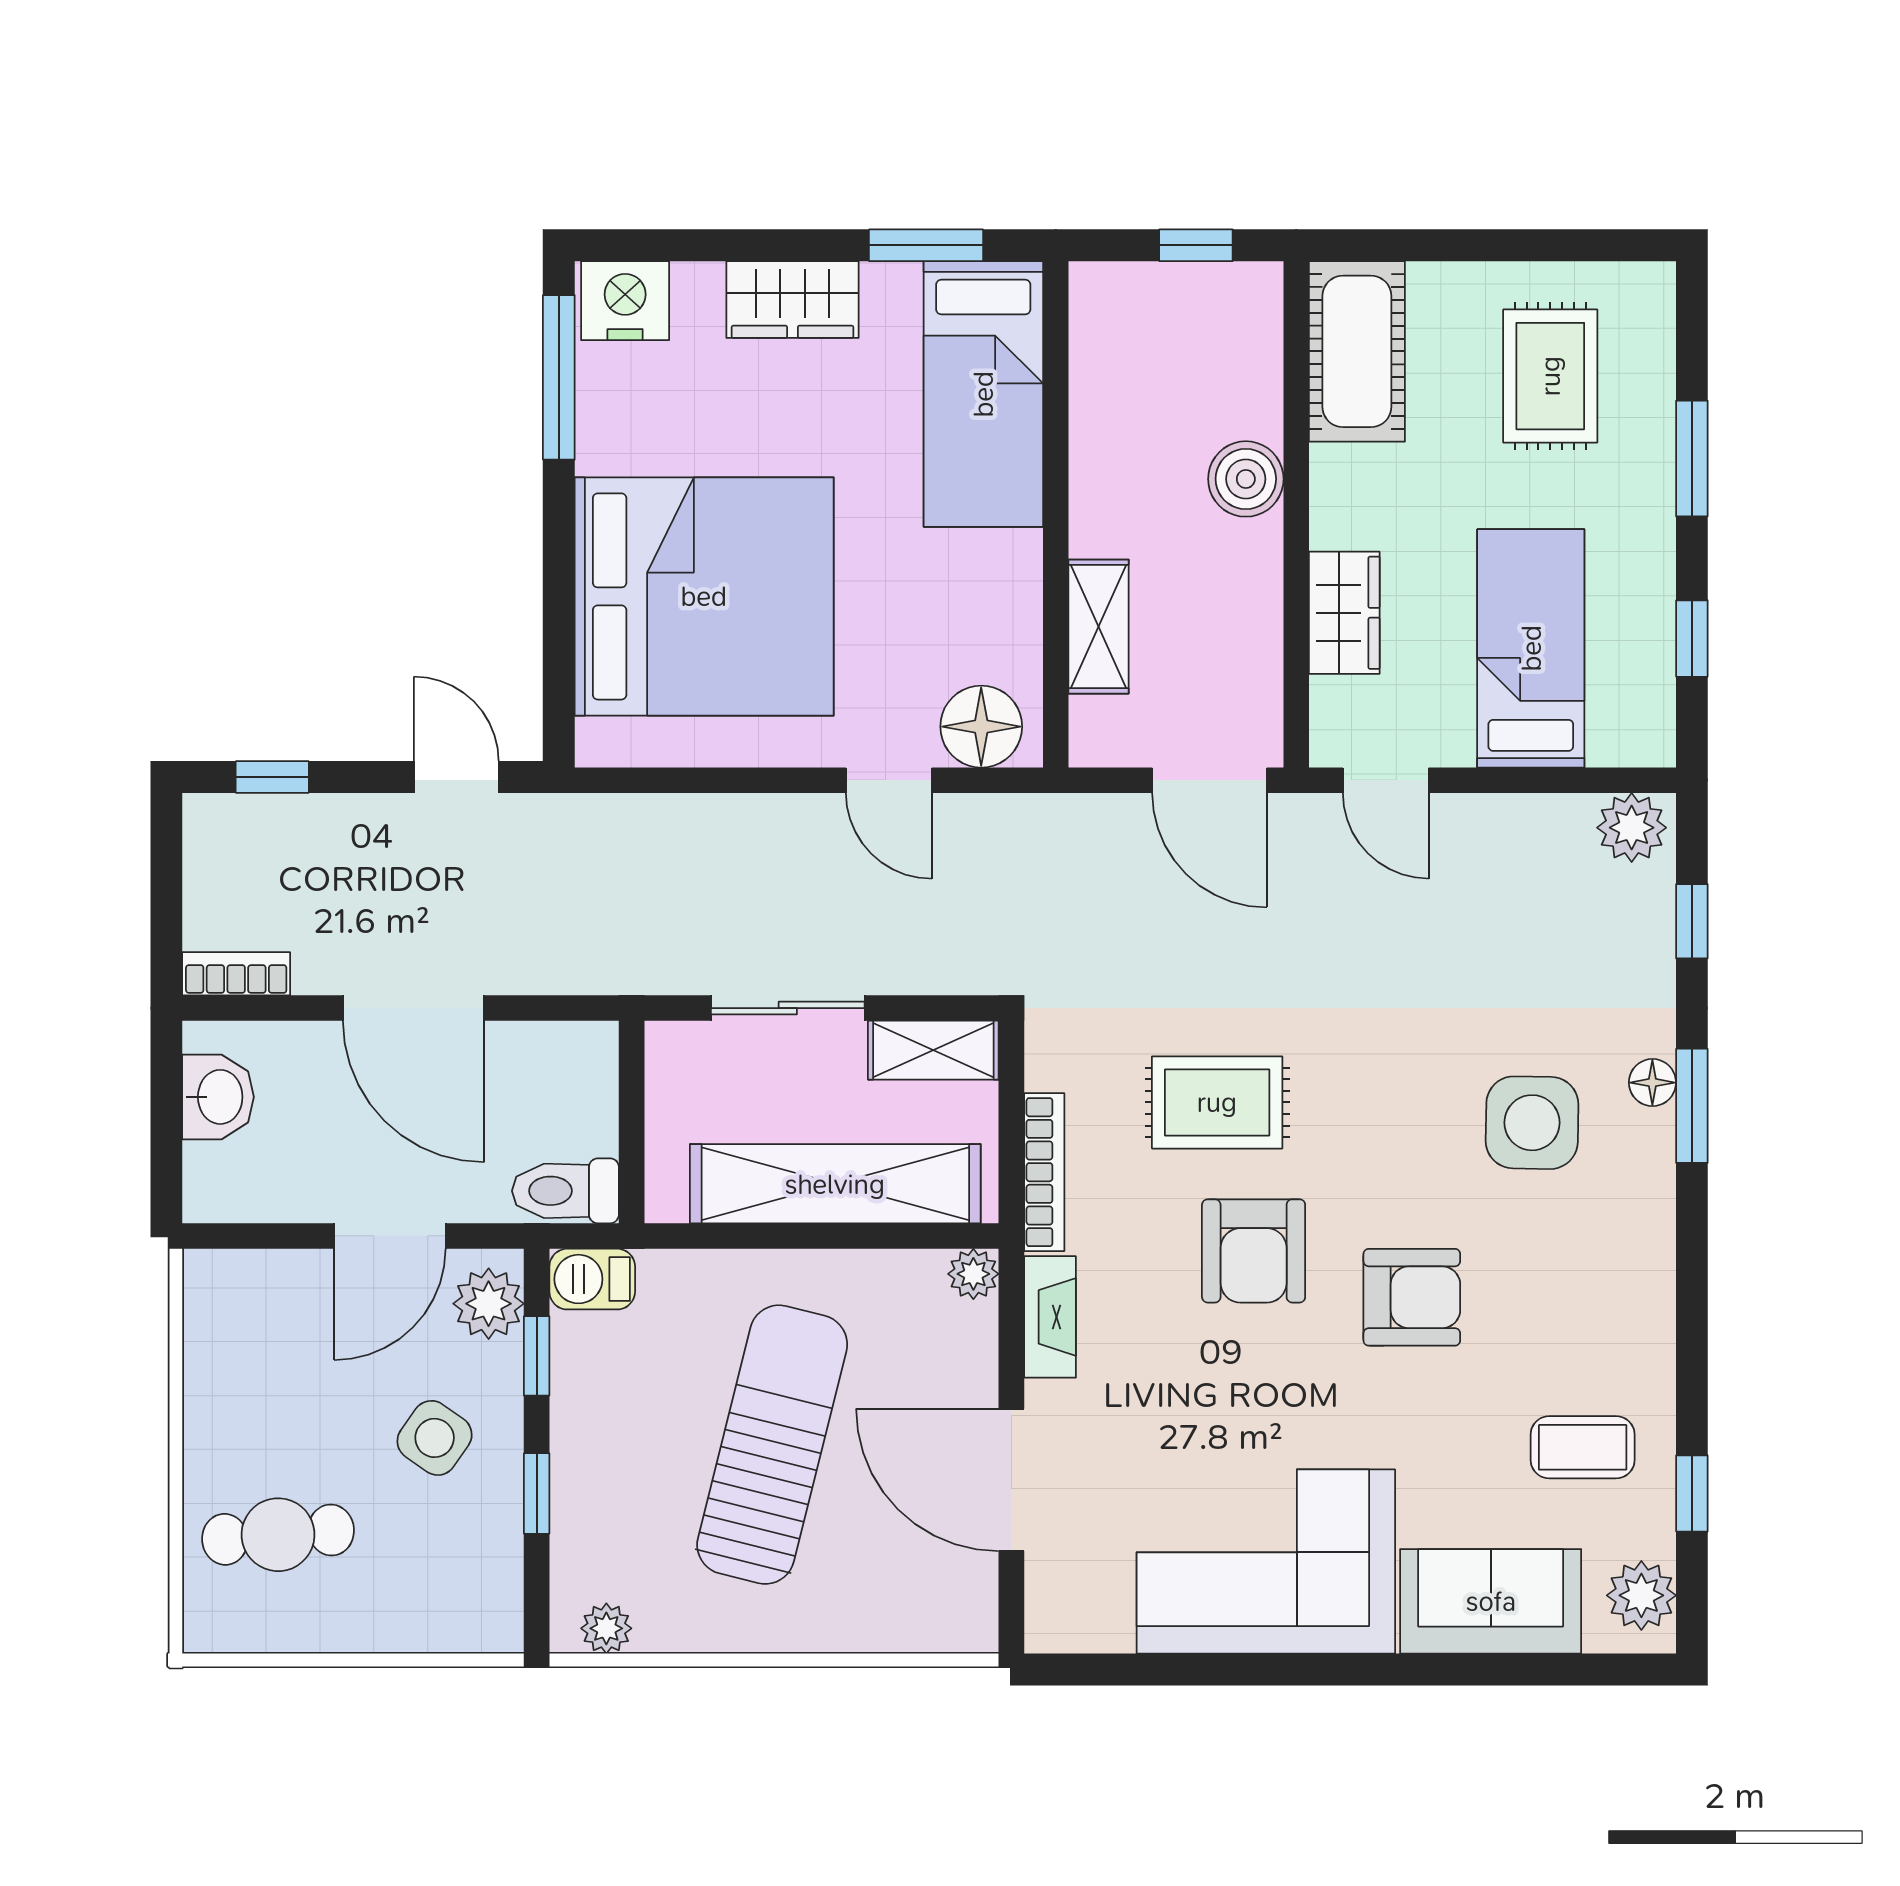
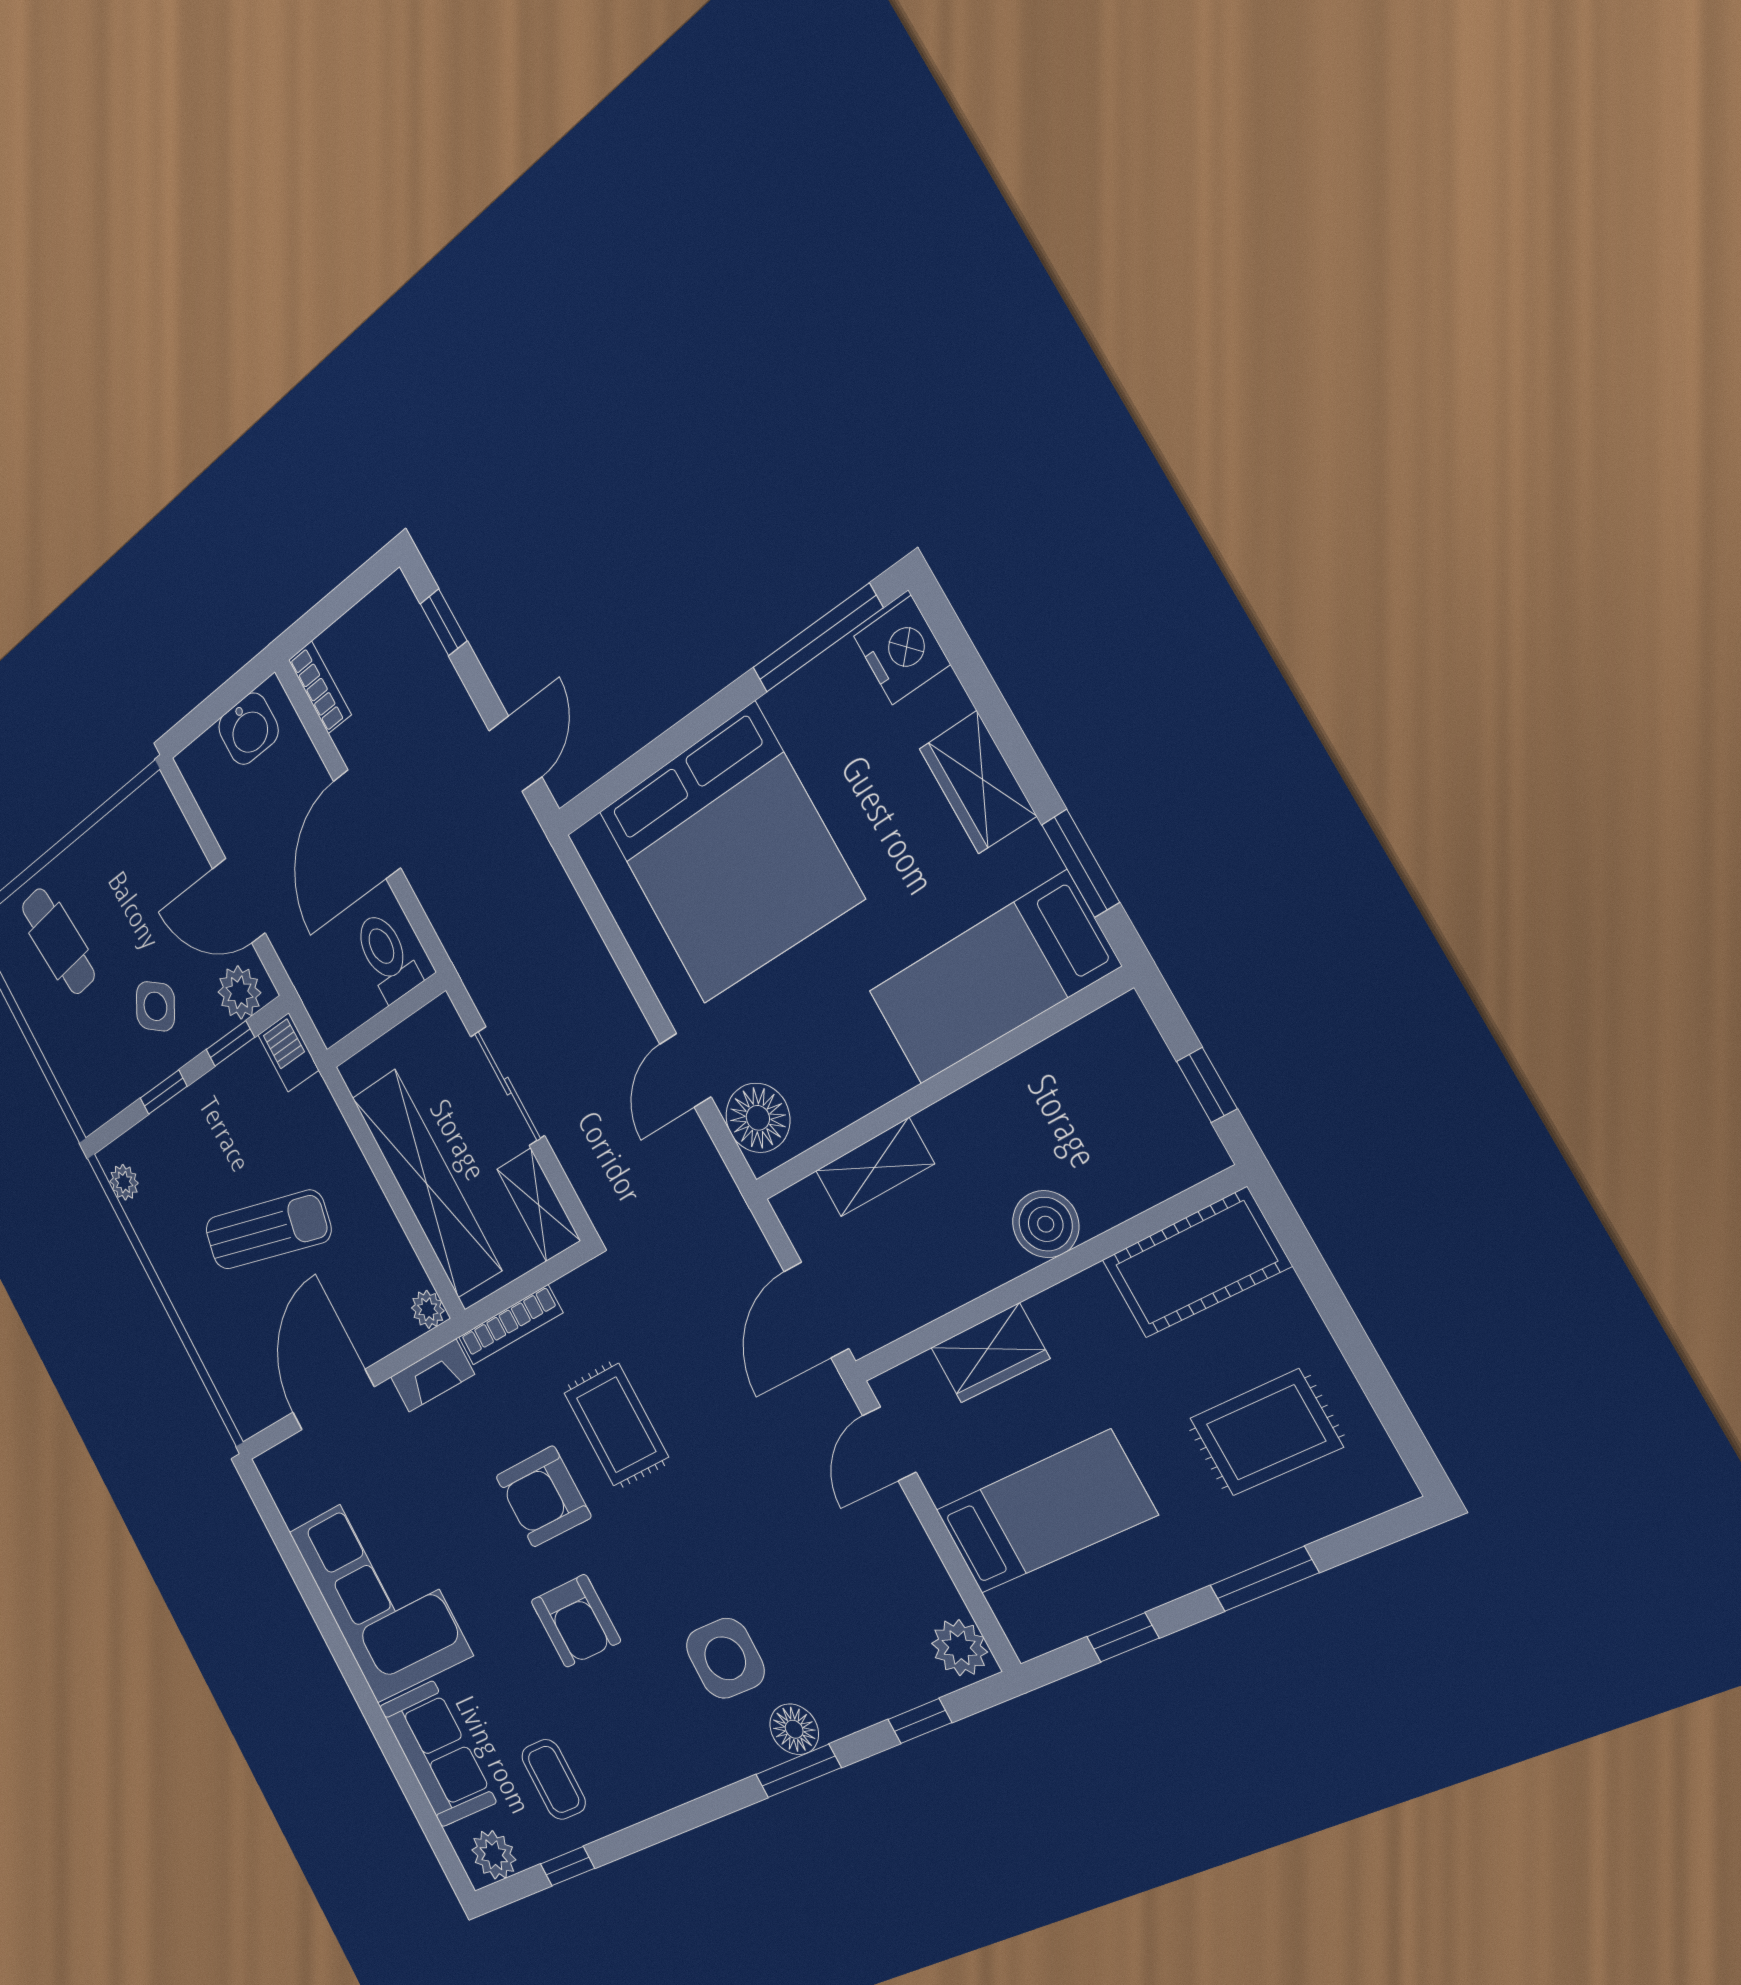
floor lamp: (1652, 1083) -> (794, 1729), width x1.37, depth x1.37
toilet: (565, 1191) -> (387, 956), moved
sun lounger: (772, 1445) -> (268, 1230), width x0.73, depth x0.75

